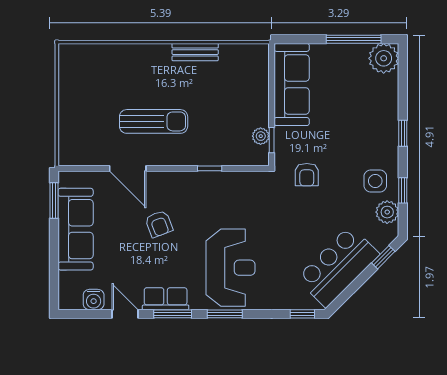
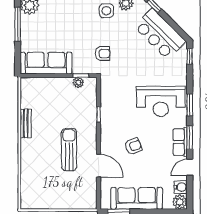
door: (128, 168) -> (98, 166), hinge flipped
reception desk: (231, 268) -> (161, 101), turned 180
plant: (70, 298) -> (180, 202), added

